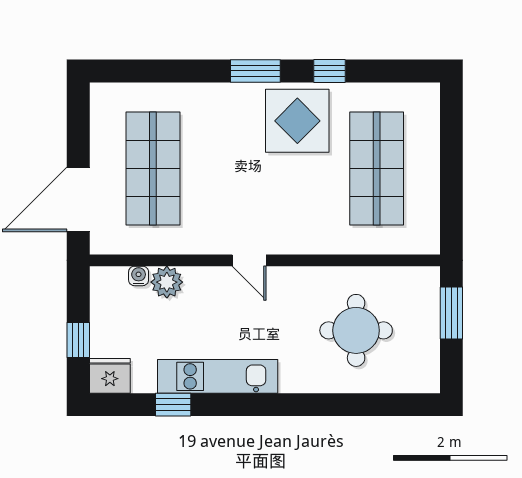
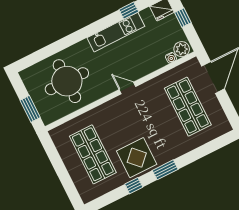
plant: (167, 282) -> (182, 49), moved
round table: (356, 330) -> (67, 81), width x1.36, depth x1.36

